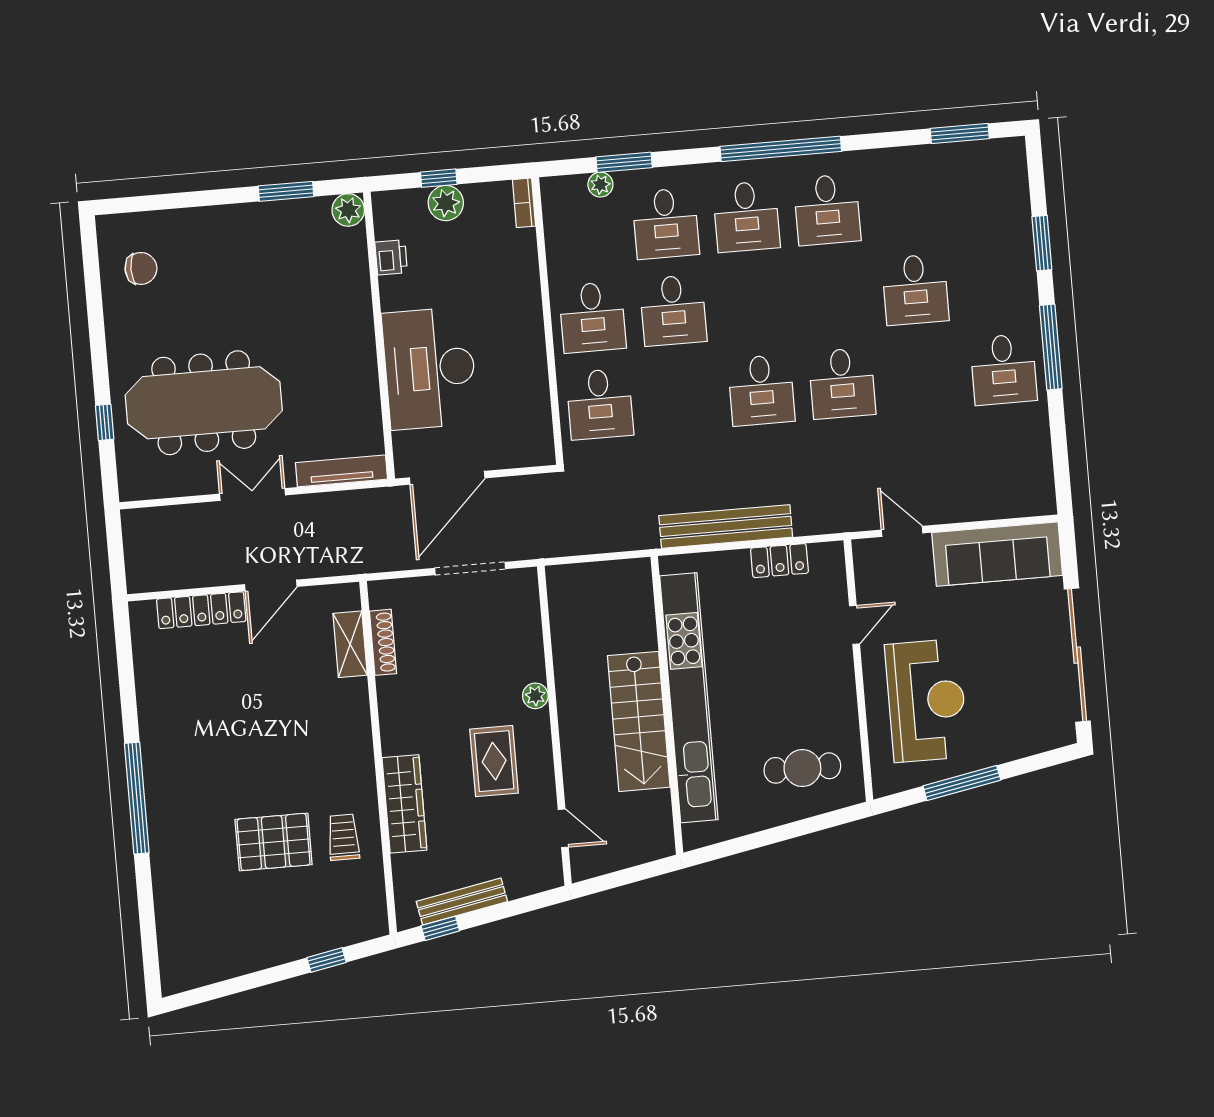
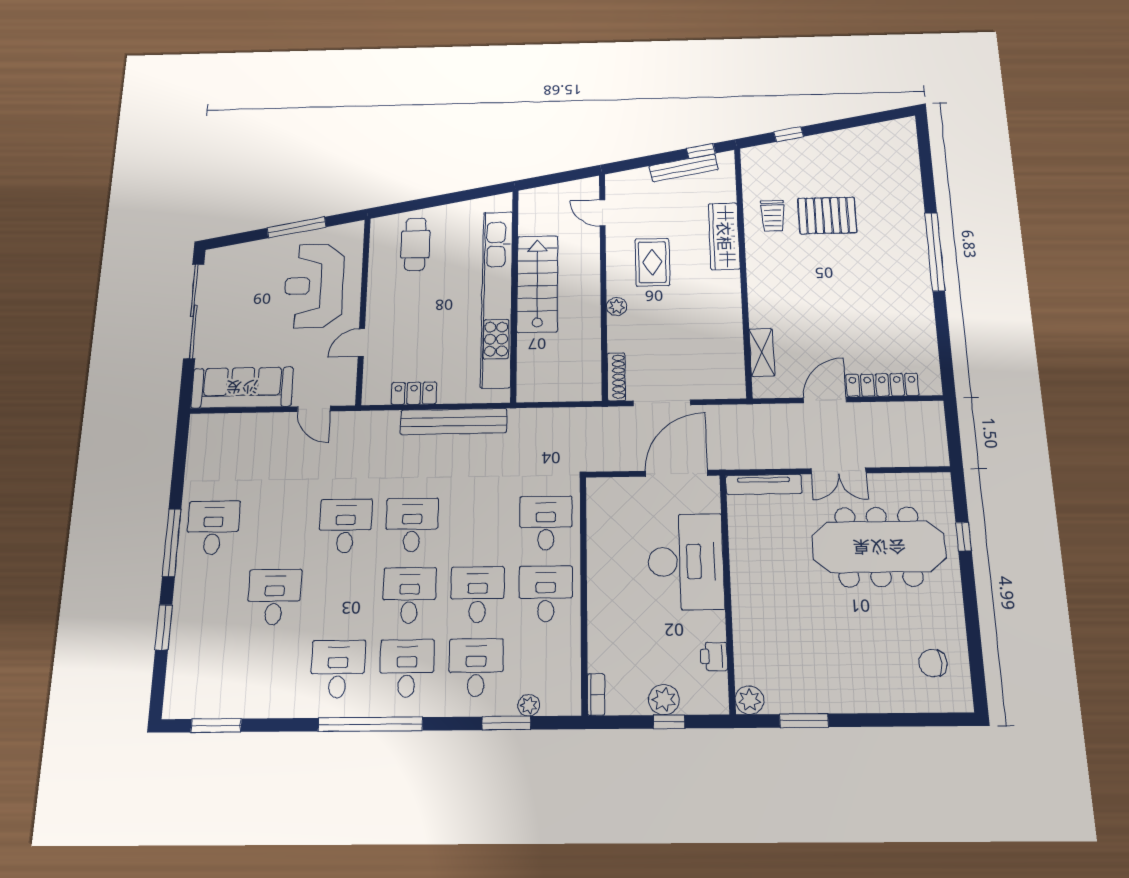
desk: (754, 303) -> (409, 595), added
shoe rack: (383, 642) -> (616, 377), moved, turned 180
cafe table: (802, 768) -> (415, 244), turned 90

